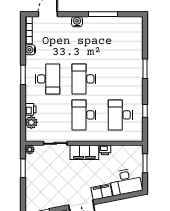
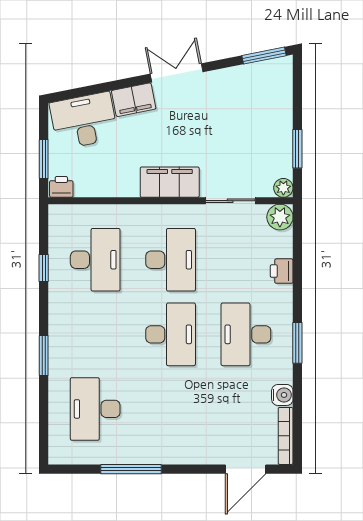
water cooler: (77, 22) -> (185, 454), removed
desk: (120, 43) -> (95, 409), added
plant: (31, 122) -> (280, 217), moved
printer: (105, 150) -> (61, 187), moved

